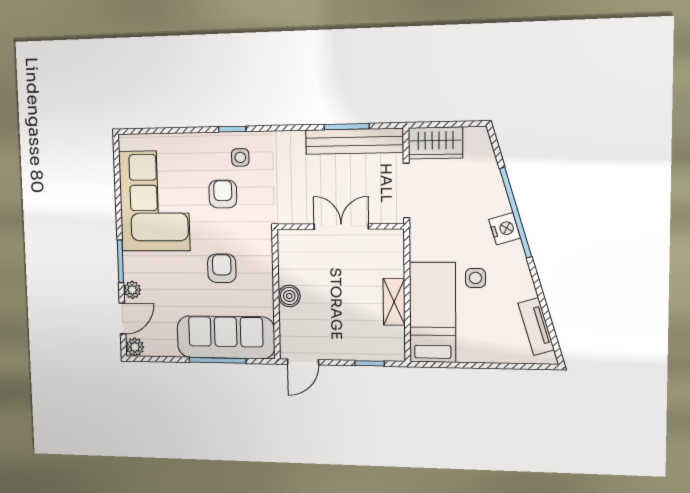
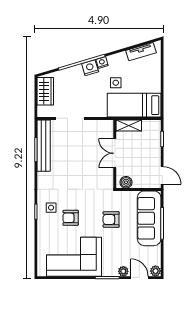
wardrobe: (435, 143) -> (45, 91), moved
wall: (340, 226) -> (115, 154), moved
double door: (341, 226) -> (115, 153), moved
nightstand: (515, 252) -> (102, 63), added

